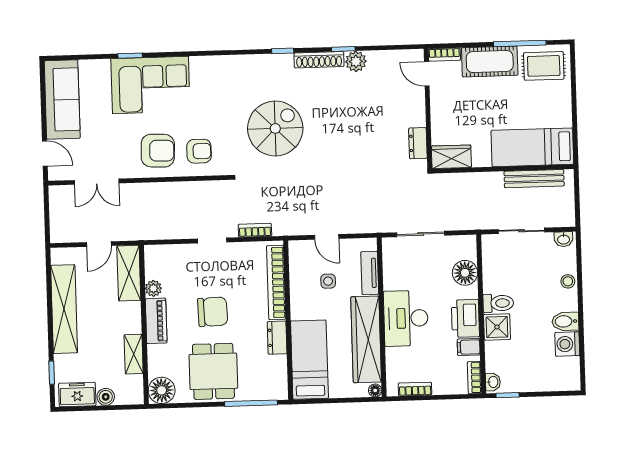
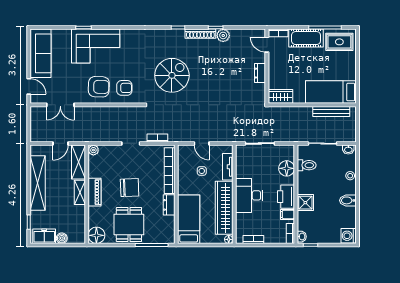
dresser: (418, 143) -> (260, 73), moved
plant: (153, 288) -> (93, 150), moved
toilet: (498, 303) -> (307, 165), moved
washing machine: (567, 344) -> (349, 236), moved
shelving: (134, 354) -> (80, 192), moved

